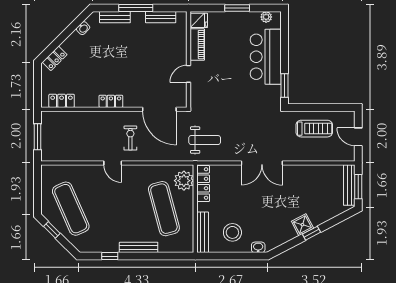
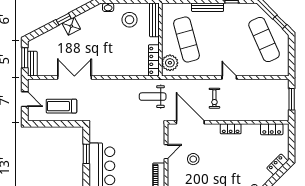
stool: (156, 65) -> (193, 159), added
window: (284, 85) -> (86, 154), moved
double door: (262, 163) -> (74, 78), moved
bench: (349, 185) -> (32, 64), width x0.73

